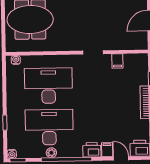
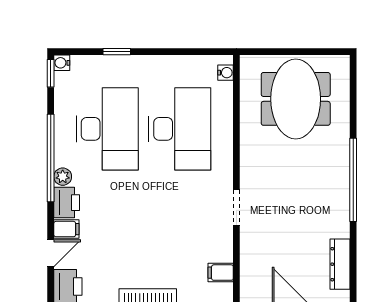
filing cabinet: (117, 61) -> (221, 273), moved
plant: (51, 153) -> (63, 177), moved

